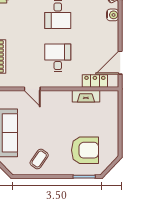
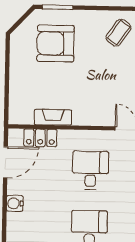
water cooler: (113, 15) -> (15, 203), moved
desk: (58, 58) -> (90, 170), turned 180

